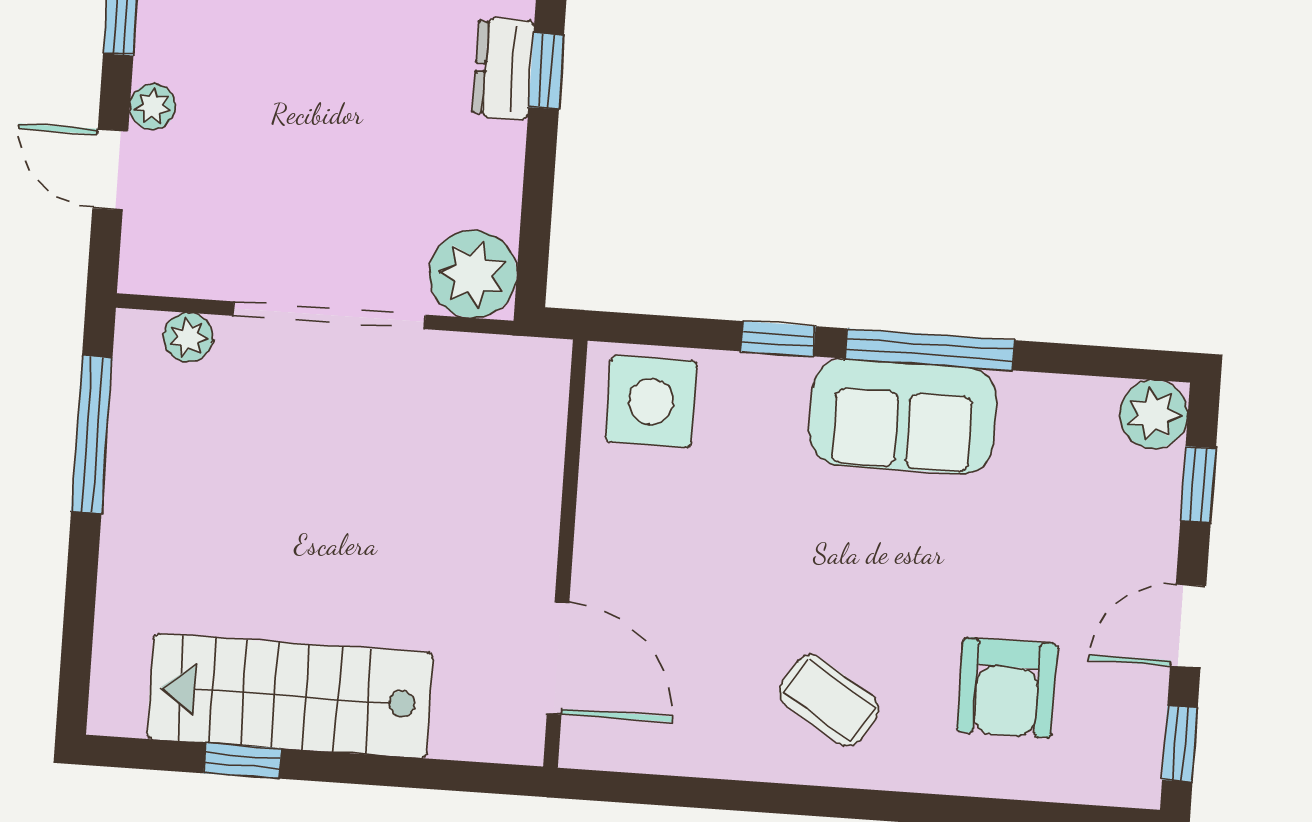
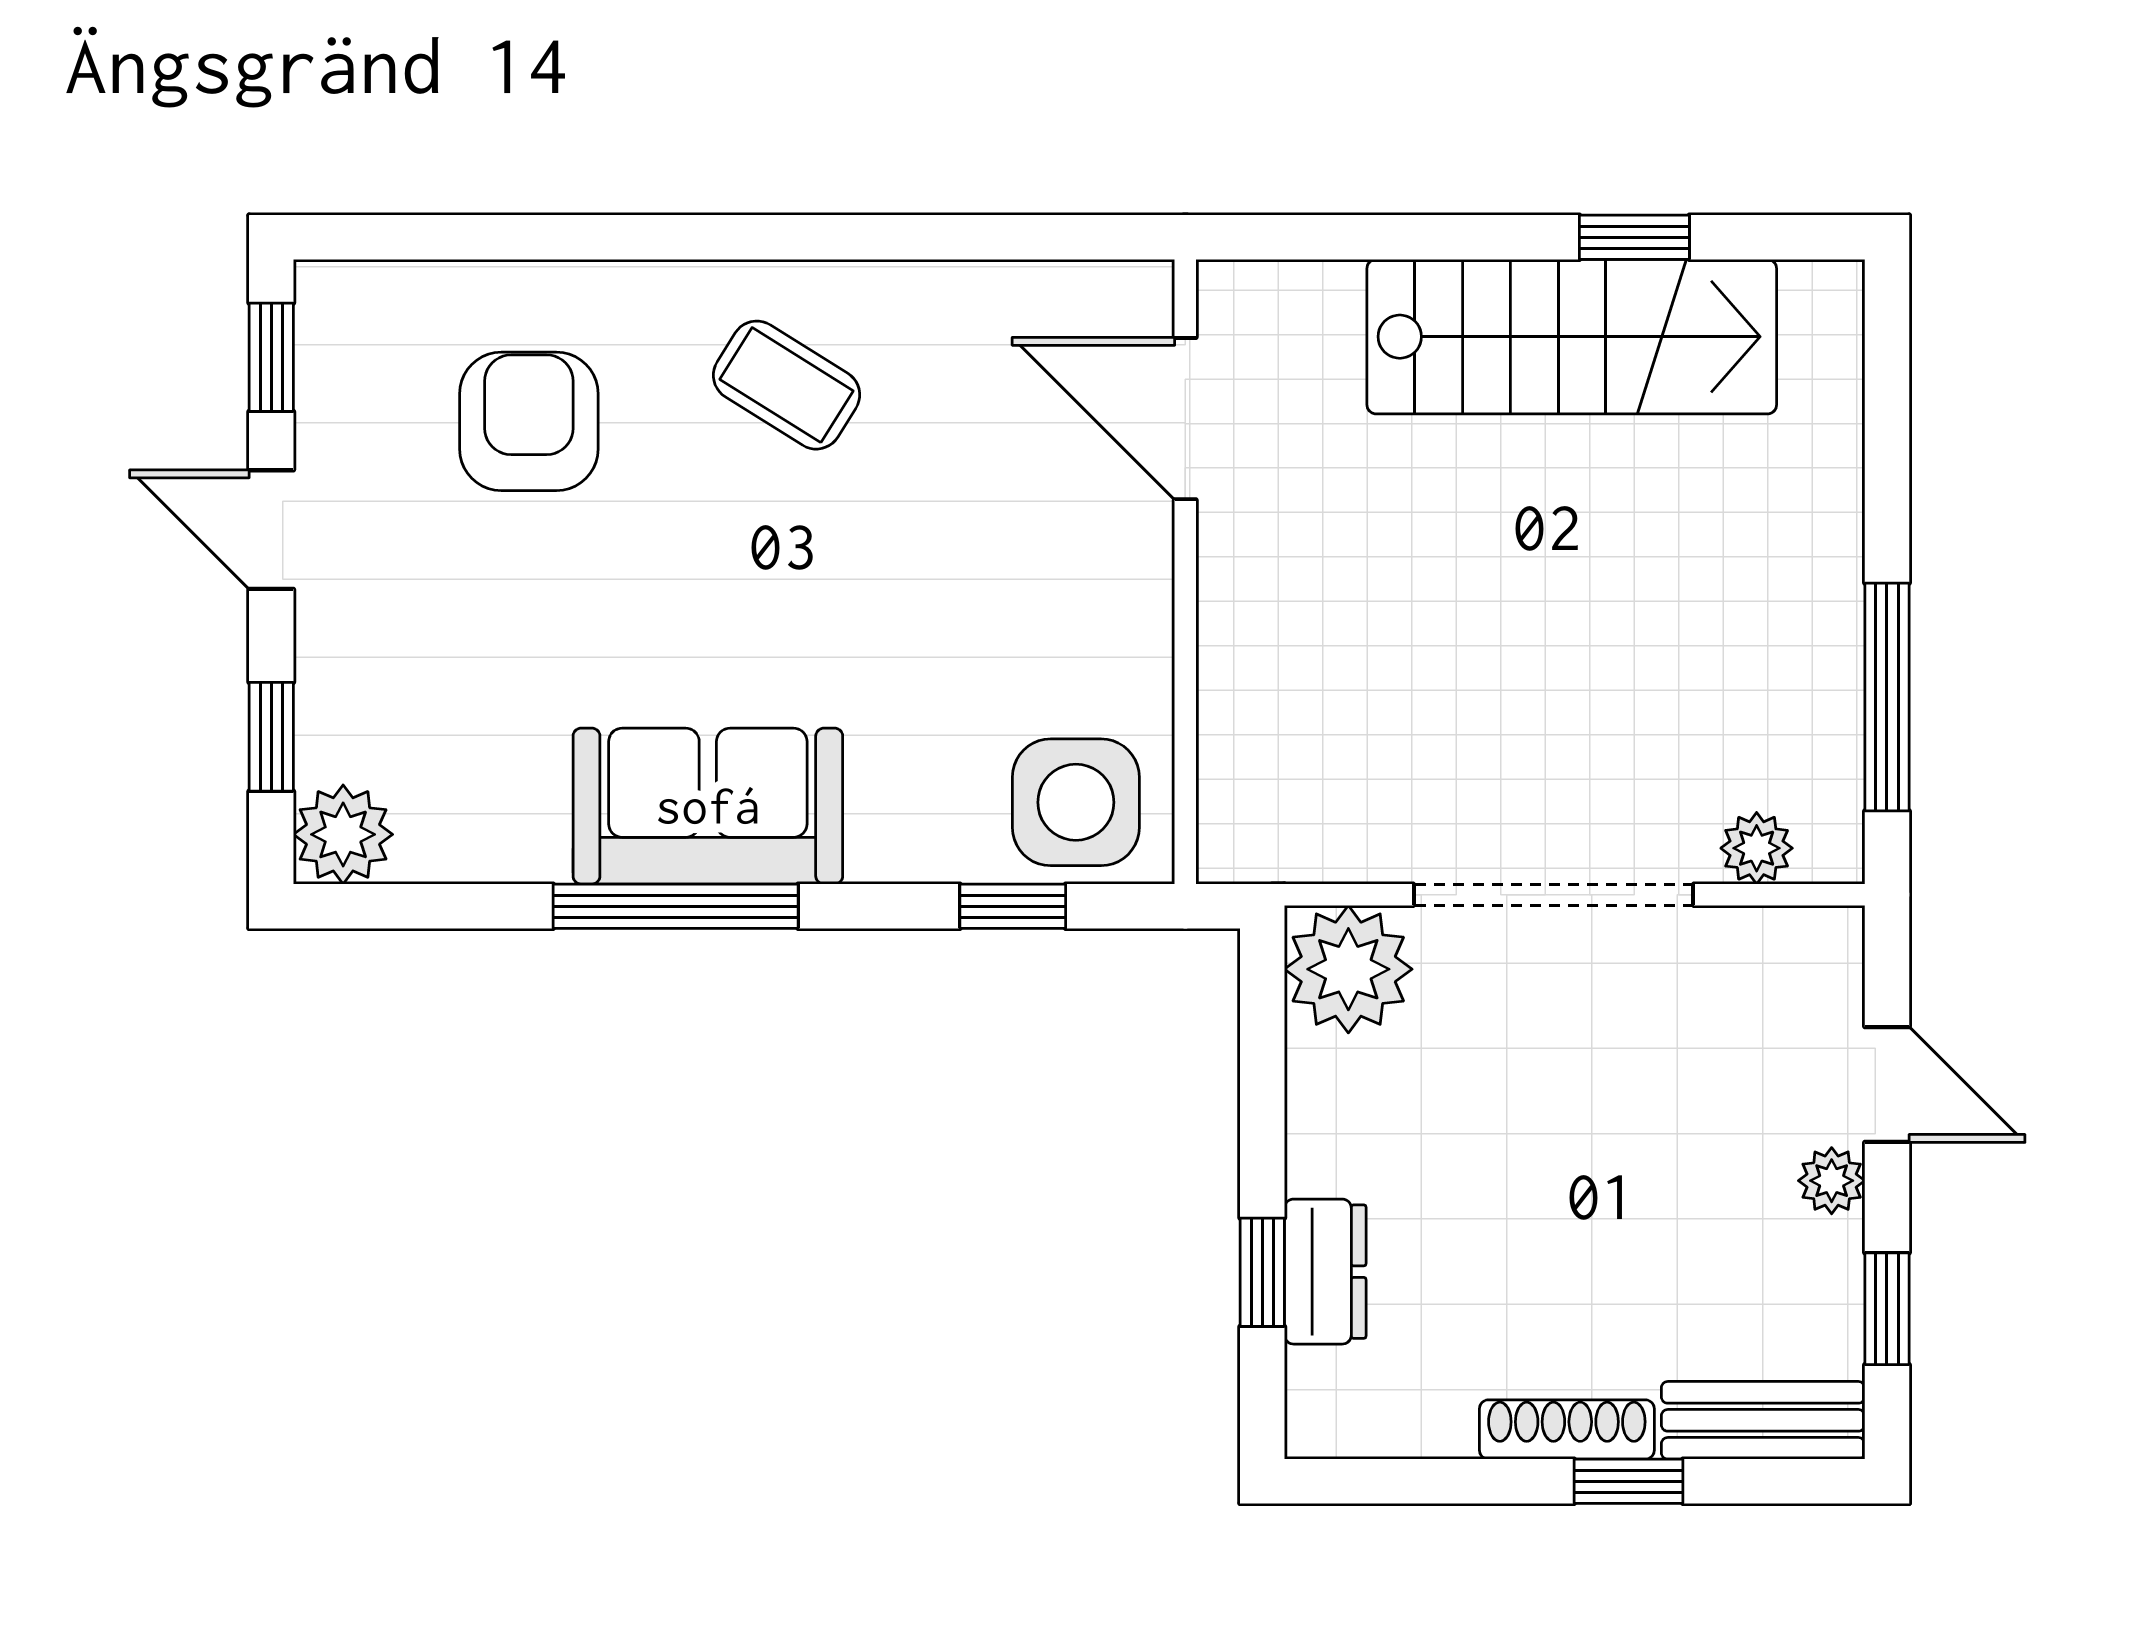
window: (778, 339) -> (1013, 906), moved
door: (1188, 626) -> (271, 530), swing flipped

